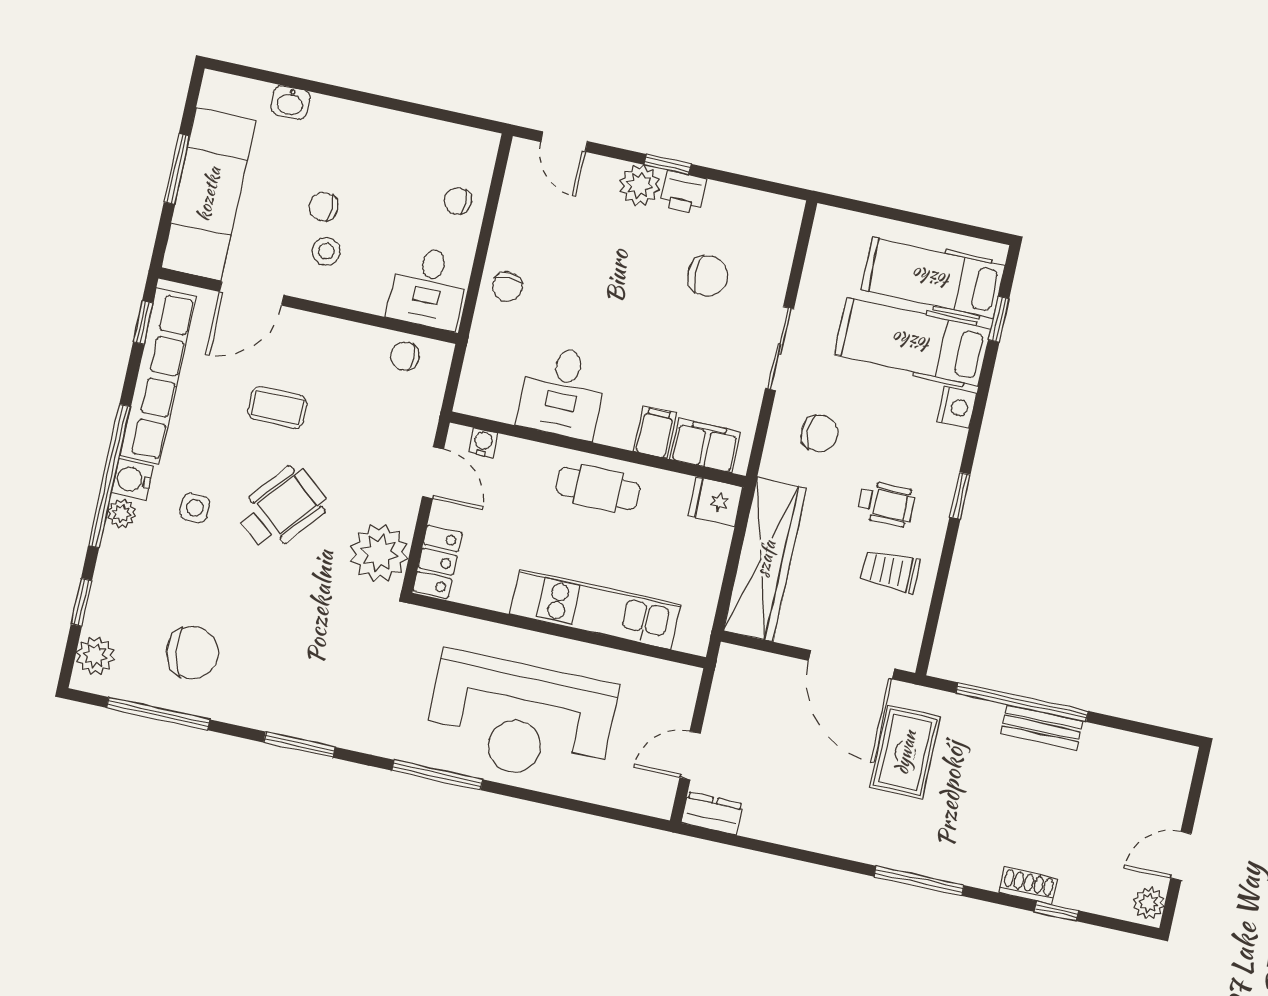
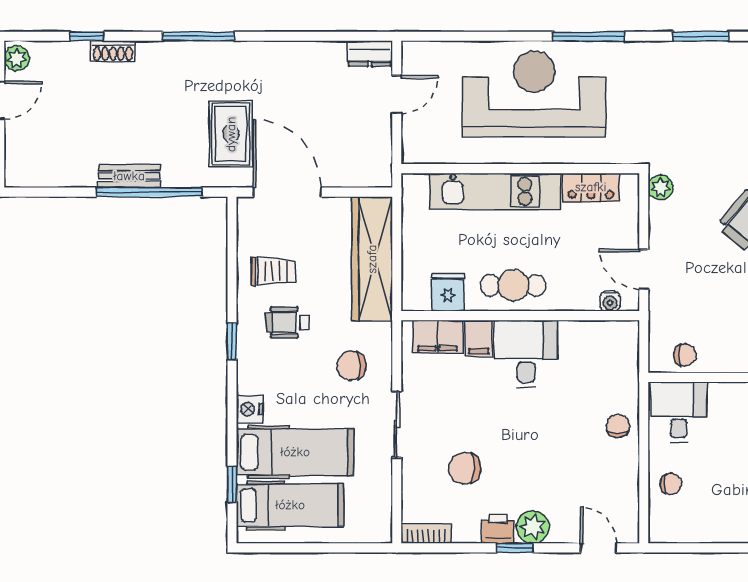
bookcase: (773, 206) -> (426, 534), added
desk: (563, 392) -> (526, 354), moved
fridge: (716, 501) -> (448, 292), moved, turned -90
plant: (379, 553) -> (661, 187), width x0.53, depth x0.53
locker: (438, 562) -> (591, 187), moved, turned -90

